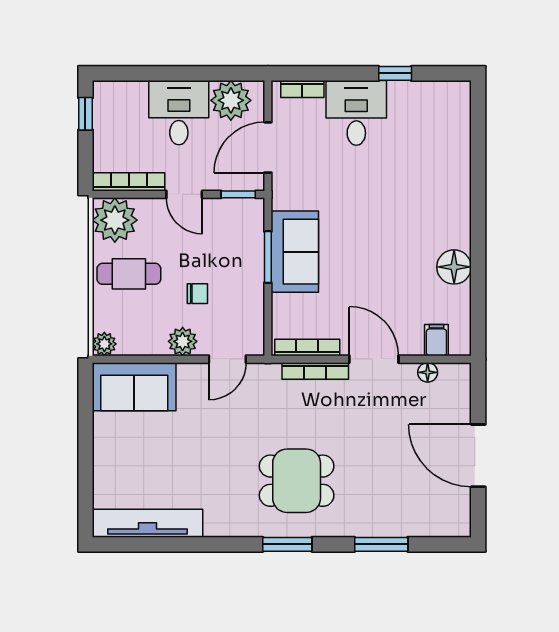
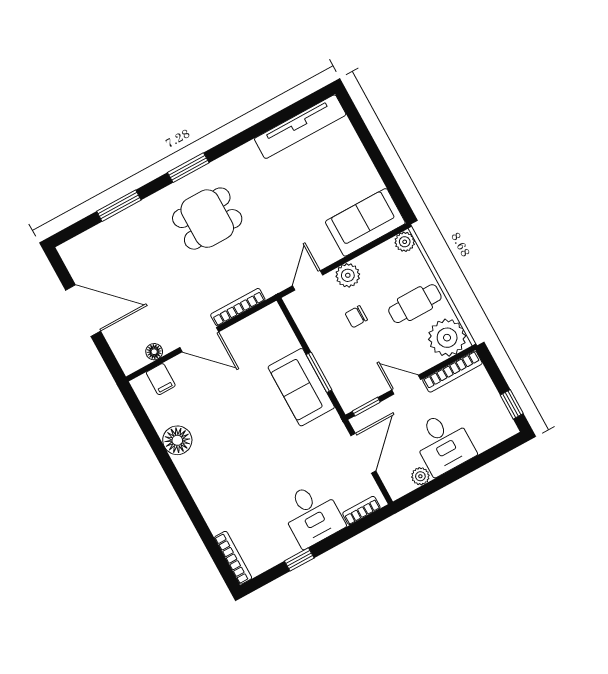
plant: (231, 100) -> (420, 476), width x0.53, depth x0.53
bookcase: (307, 348) -> (233, 558), moved, turned -90

